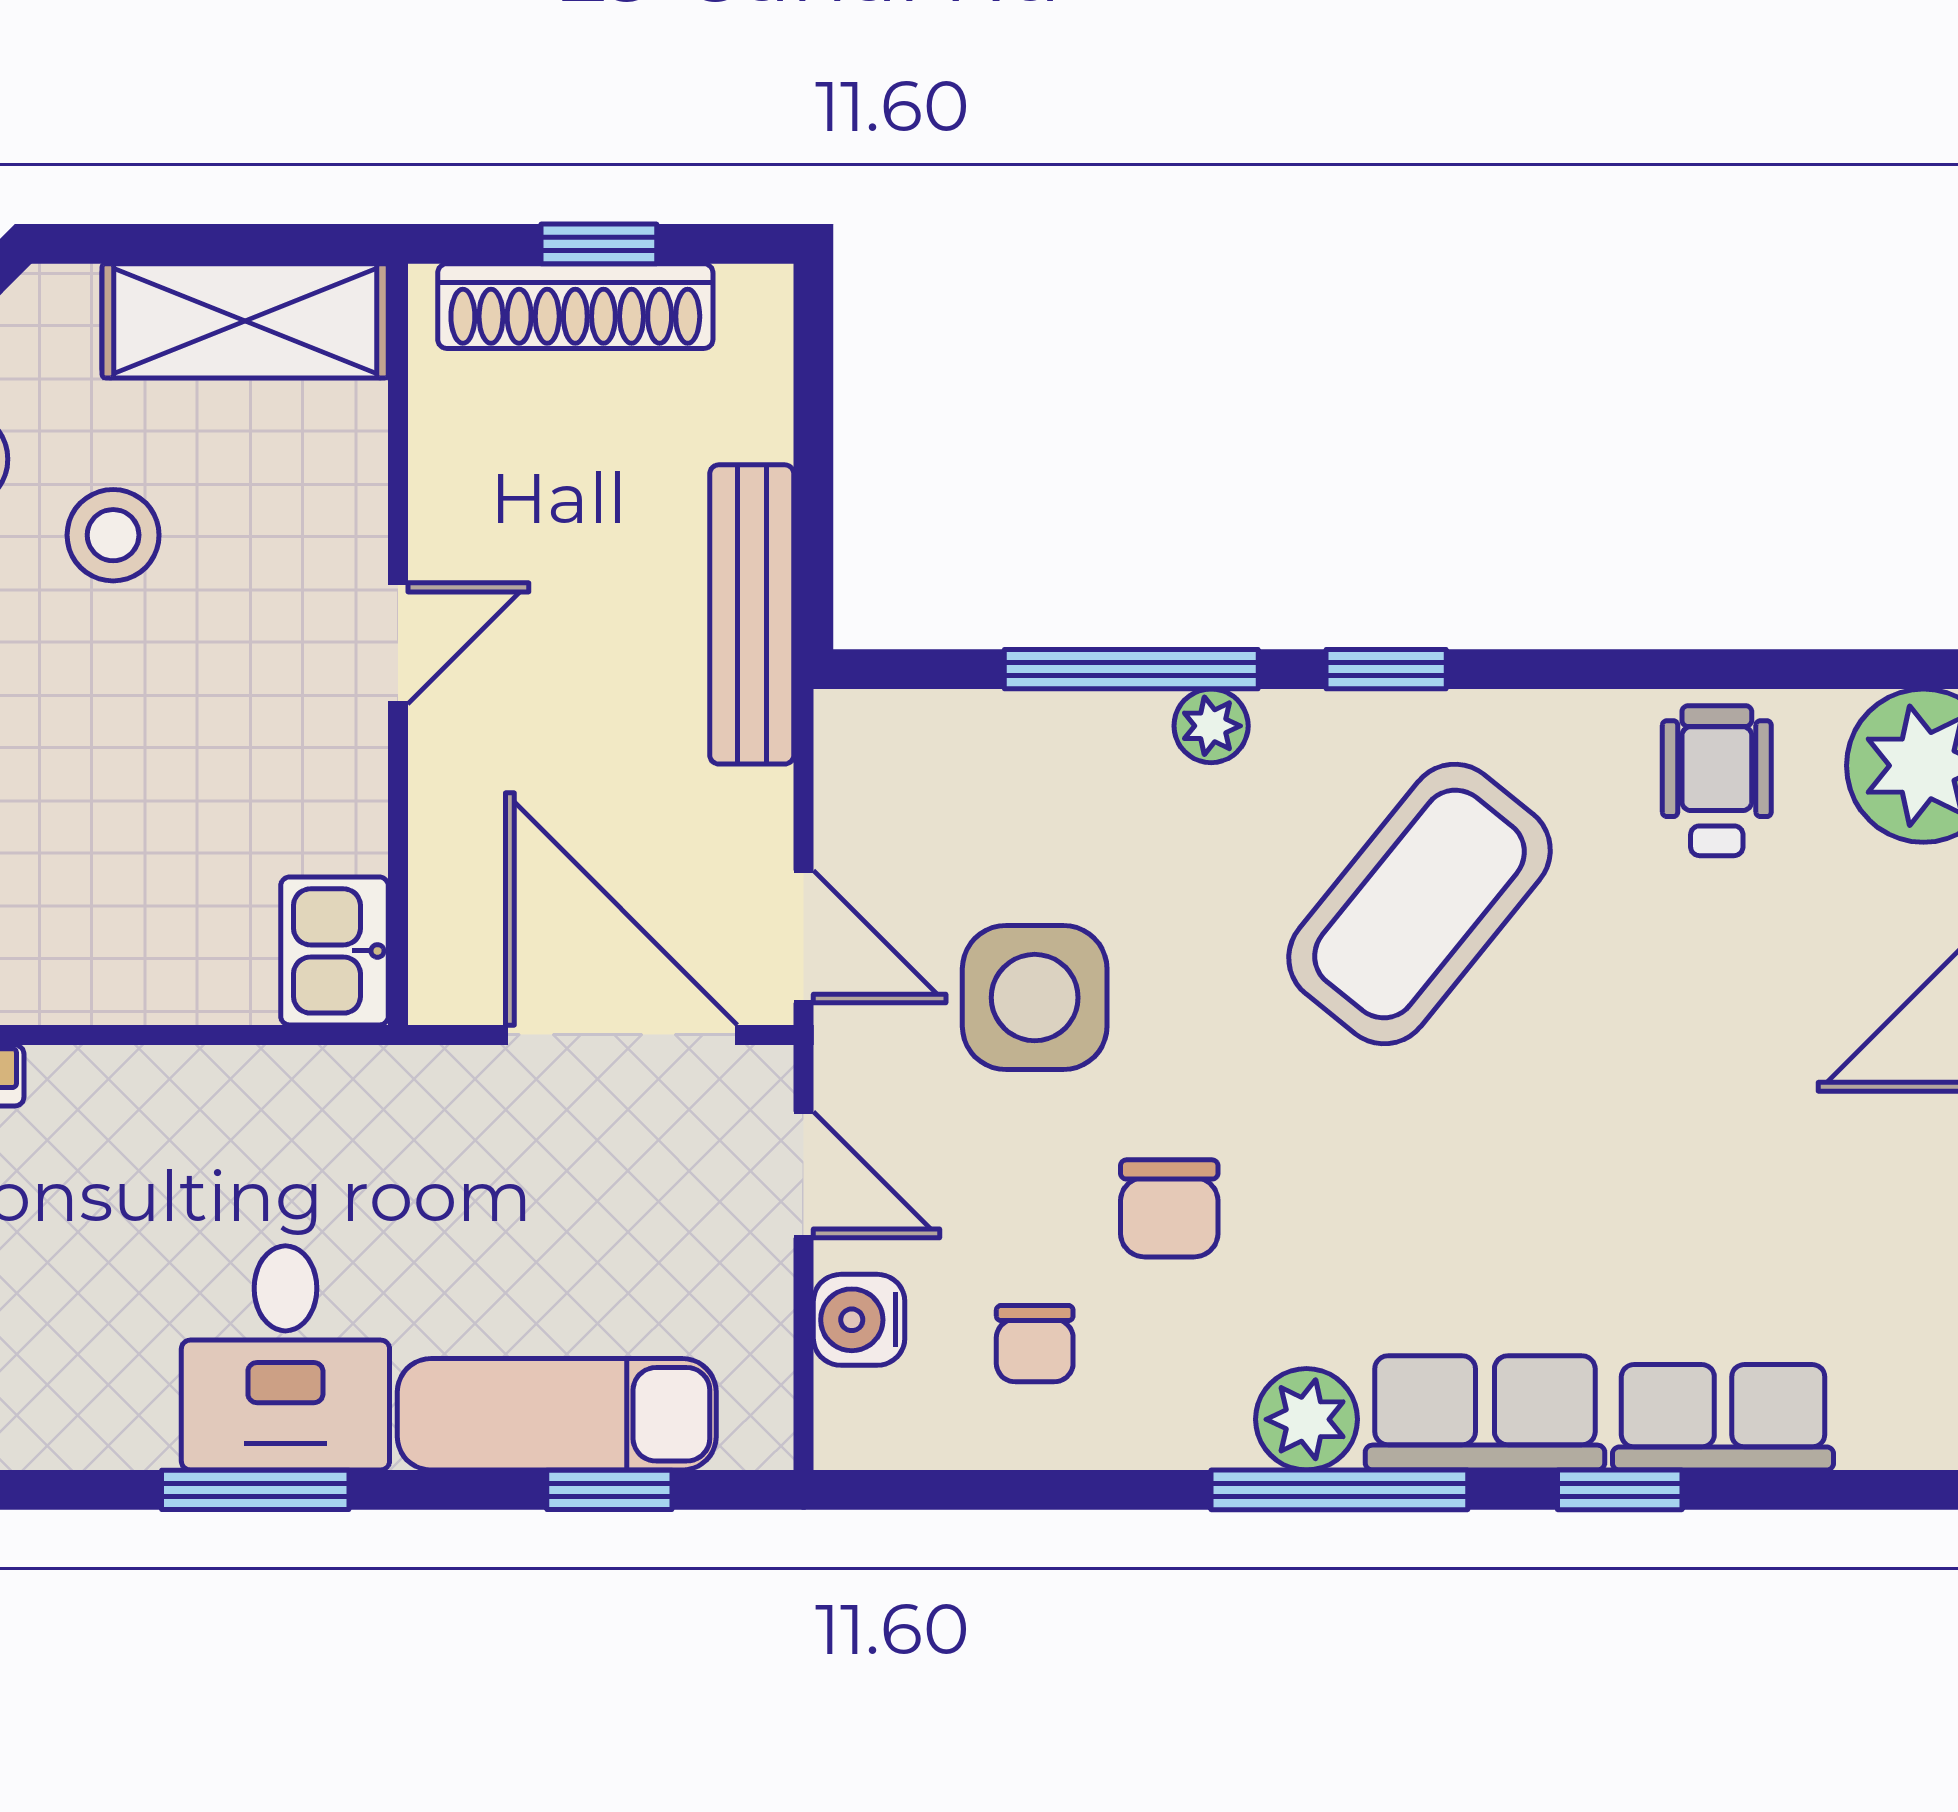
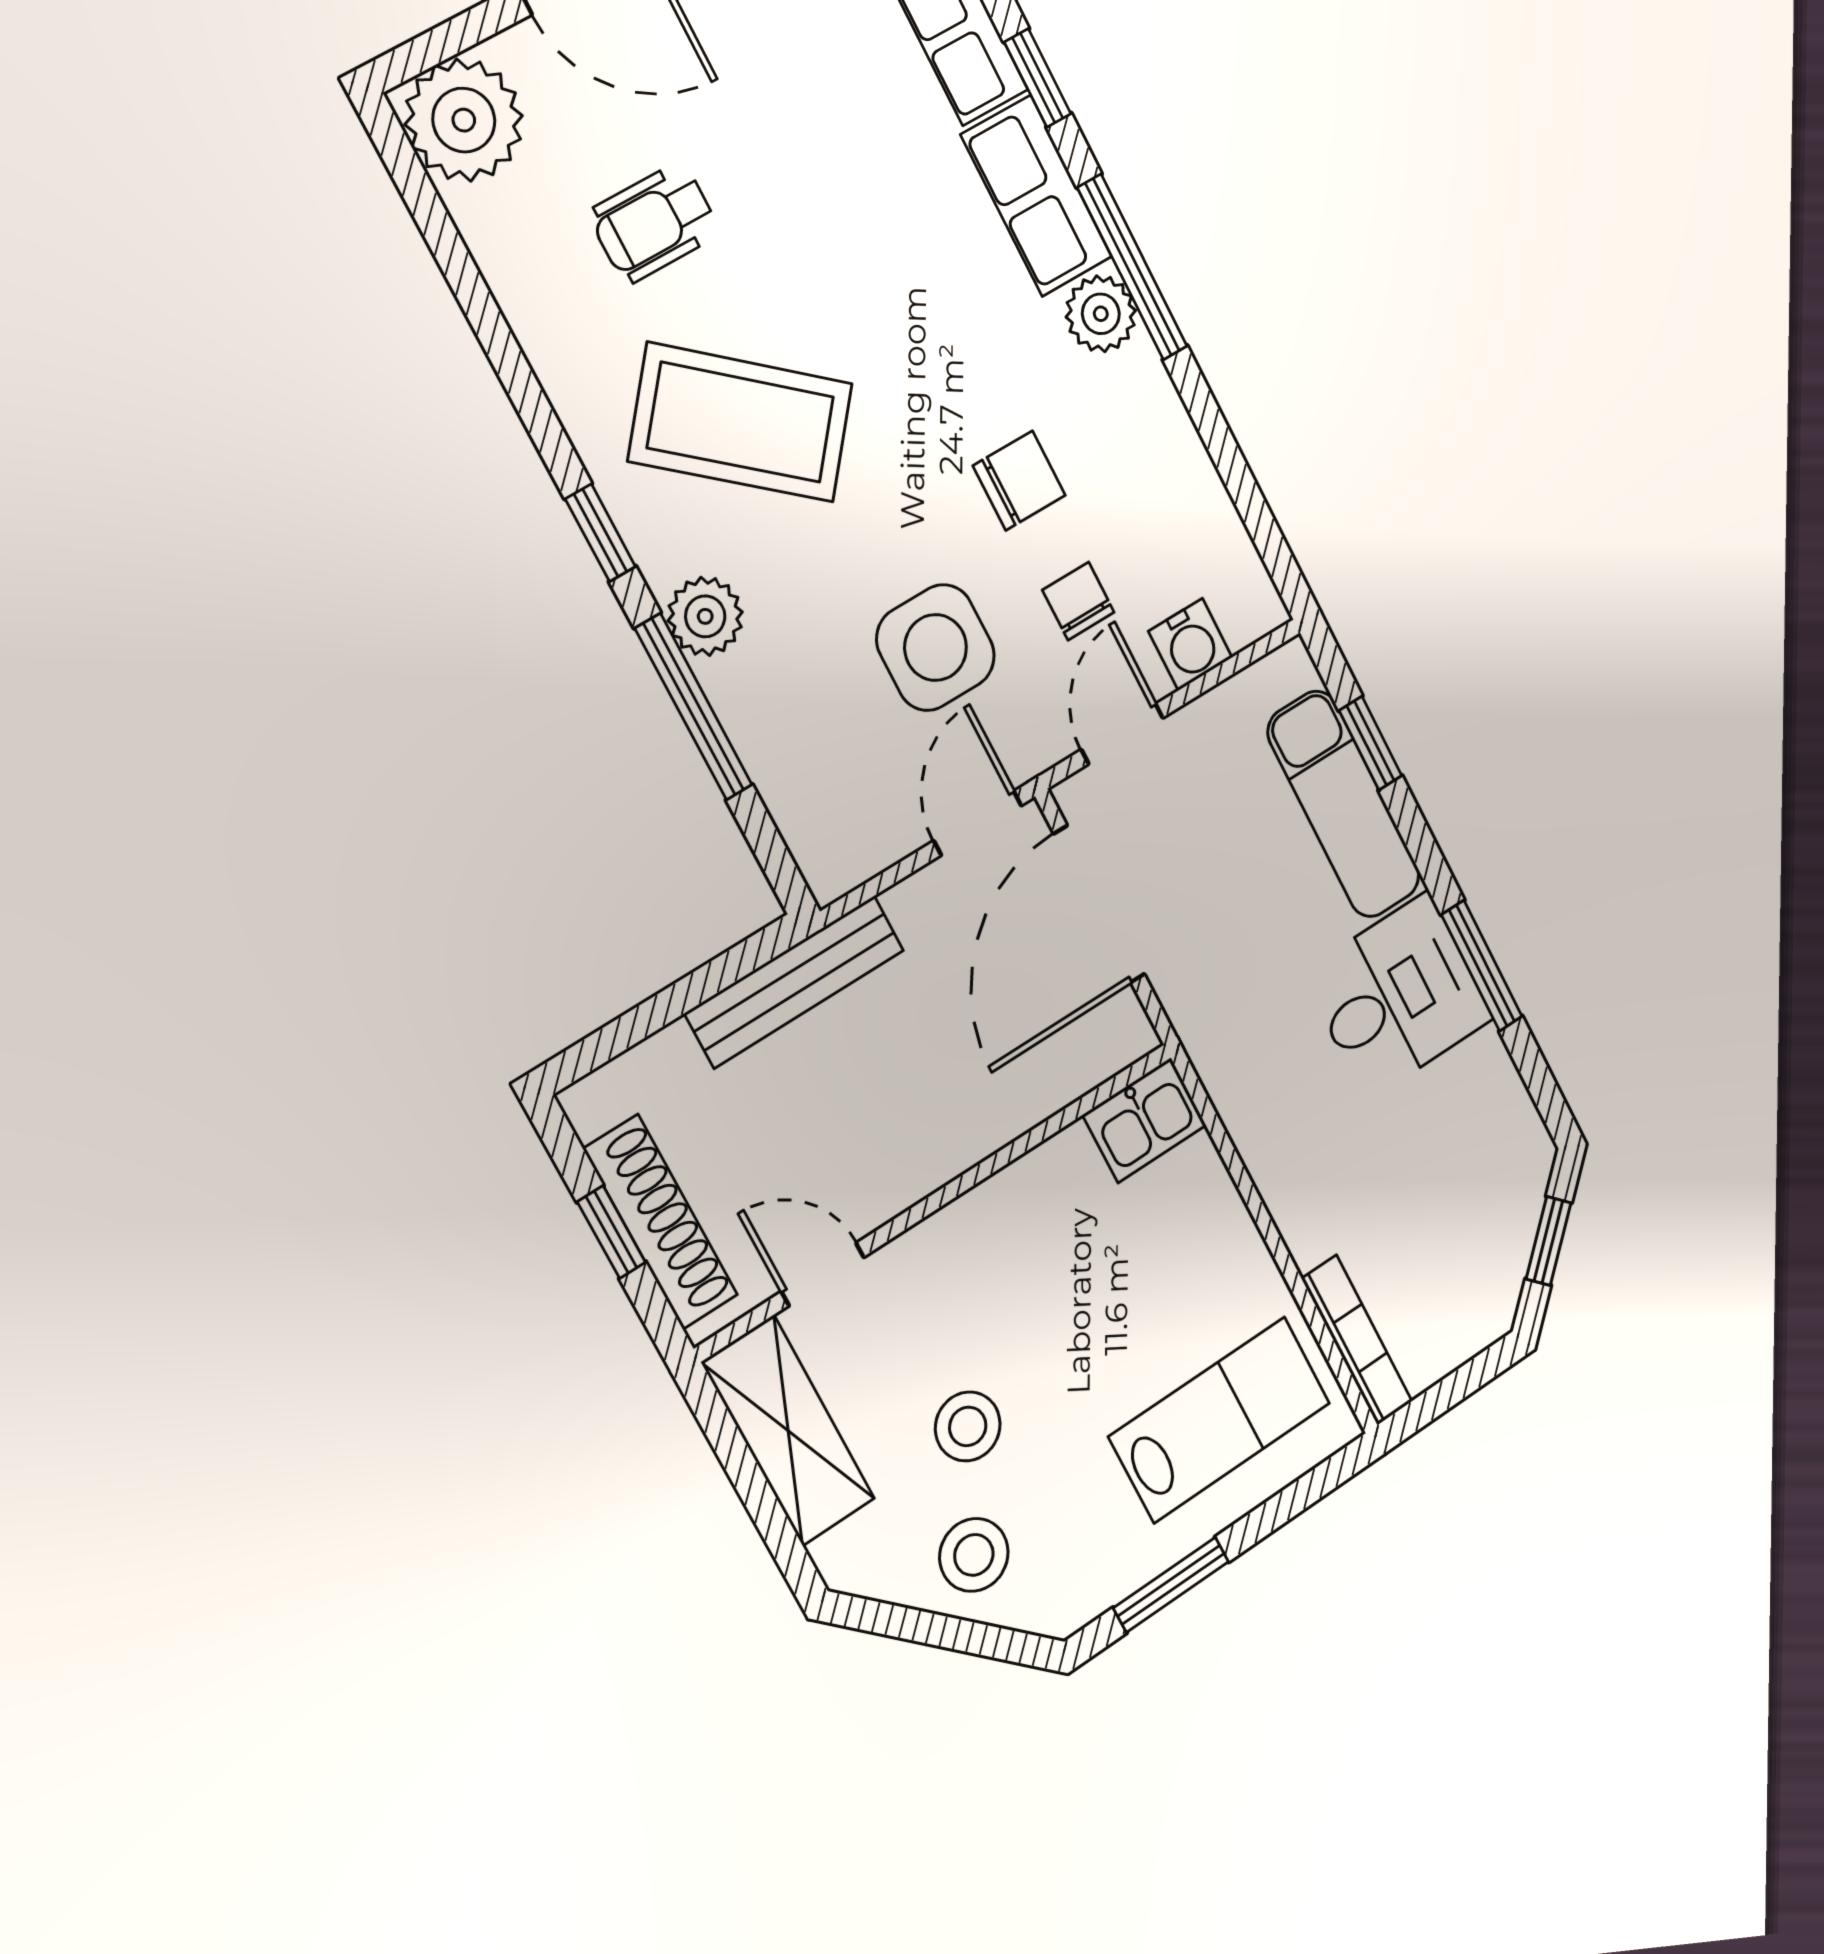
door: (398, 643) -> (823, 1274), moved
plant: (1211, 726) -> (705, 616), width x1.38, depth x1.38
wheelchair: (1717, 781) -> (654, 223), moved
chair: (1035, 1344) -> (1078, 601), moved, turned -90

